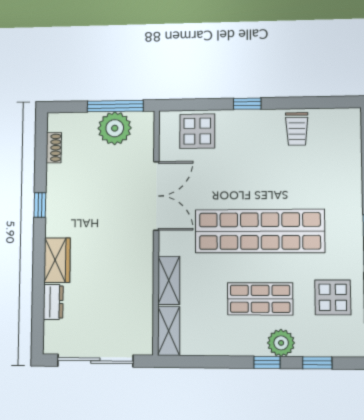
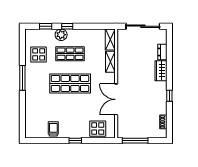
plant: (115, 128) -> (135, 130), removed
shop shelf: (260, 231) -> (70, 83), width x0.71

